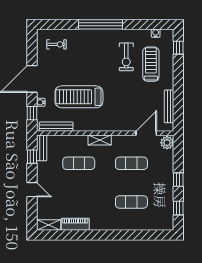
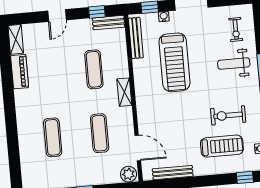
weight bench: (84, 48) -> (234, 64), added
treadmill: (79, 97) -> (174, 62), turned 180

